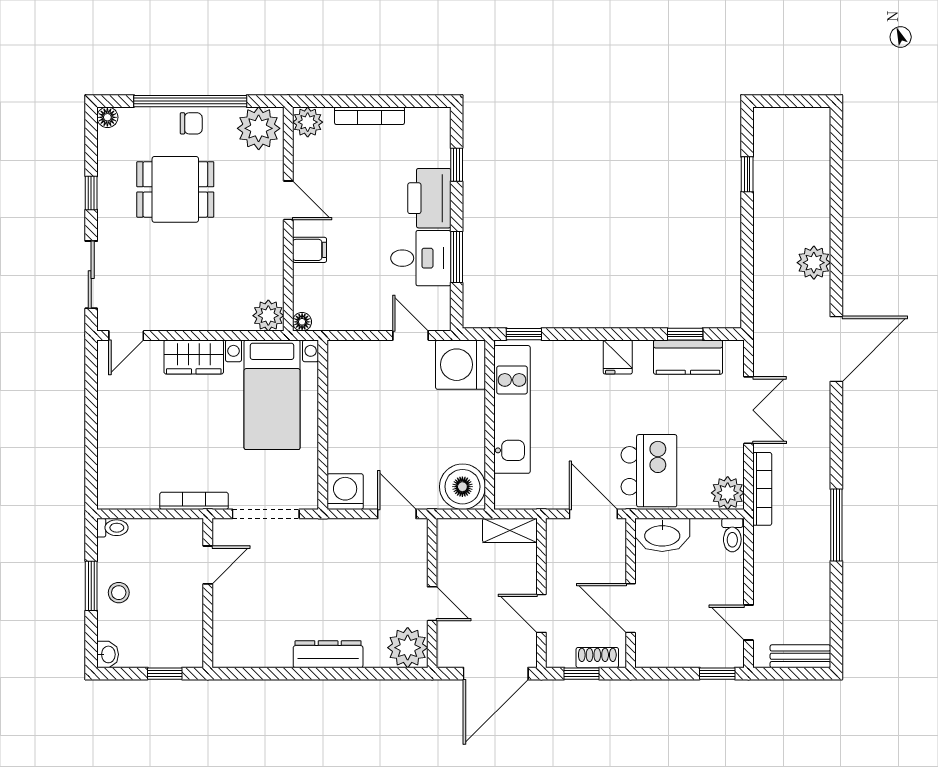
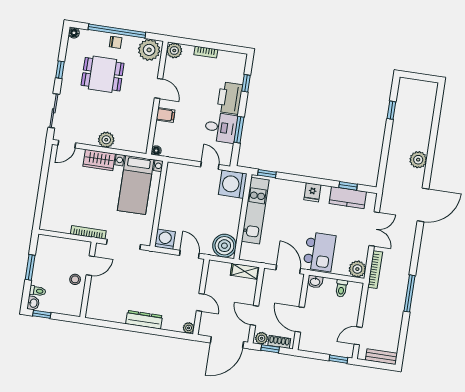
bookcase: (369, 116) -> (206, 52), width x0.64
plant: (268, 316) -> (106, 140), moved
toilet: (112, 528) -> (37, 291), moved
washbasin: (662, 535) -> (315, 282), width x0.52, depth x0.69
toilet: (732, 535) -> (341, 288), moved
stool: (119, 593) -> (75, 279), moved
door: (749, 623) -> (358, 336), hinge flipped
plant: (408, 648) -> (189, 328), width x0.53, depth x0.53
plant: (562, 656) -> (262, 338), added
window: (165, 674) -> (42, 314), moved

